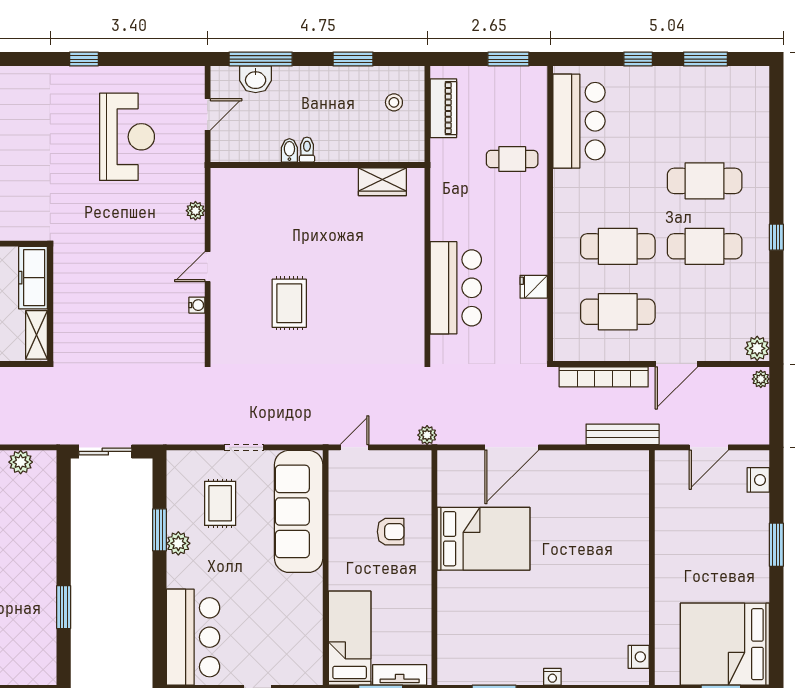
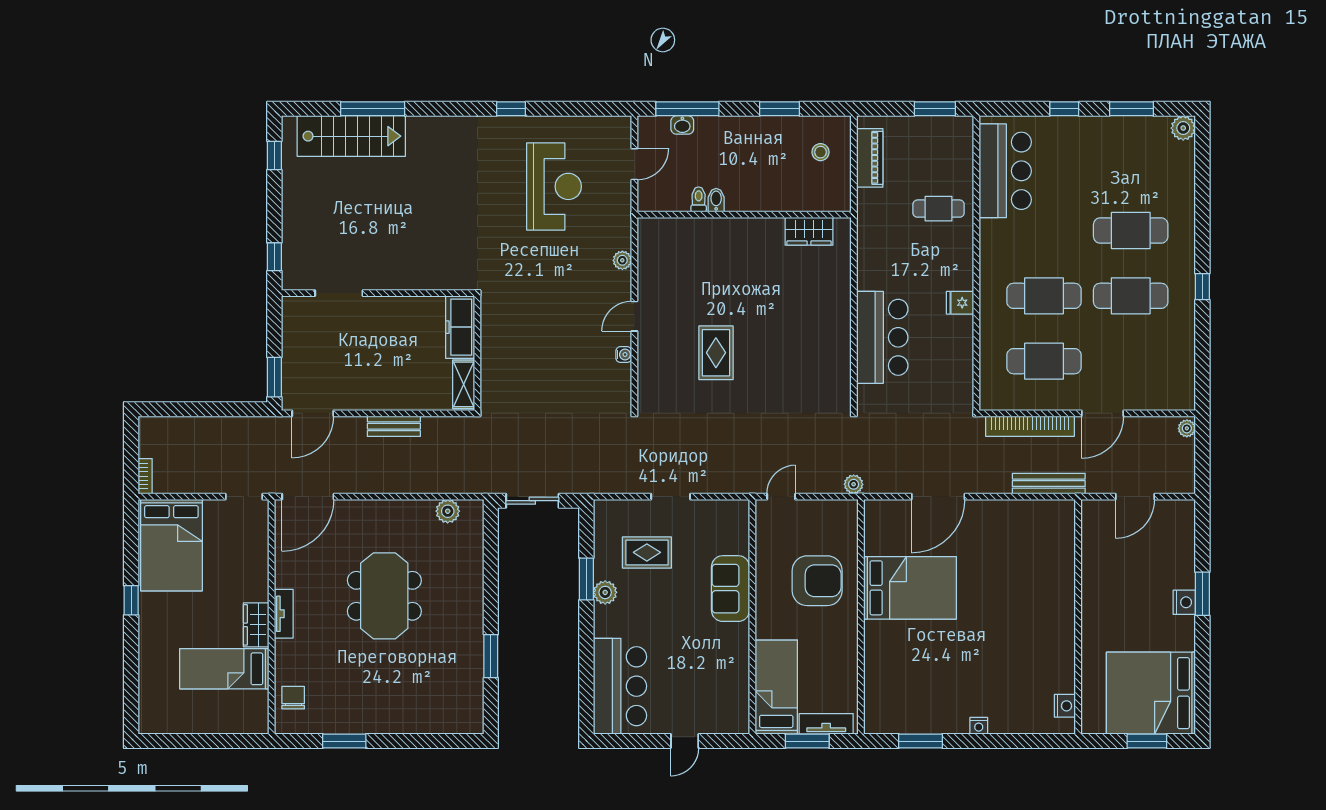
washbasin: (256, 79) -> (682, 125), width x0.72, depth x0.69
toilet: (307, 150) -> (699, 199), moved
fridge: (534, 287) -> (960, 303), moved
plant: (757, 348) -> (1183, 128), moved
nightstand: (758, 480) -> (1184, 602), moved
rug: (220, 503) -> (647, 552), turned 90
sofa: (299, 511) -> (730, 589), width x0.54, depth x0.79
armchair: (391, 532) -> (817, 581), width x1.88, depth x1.88

